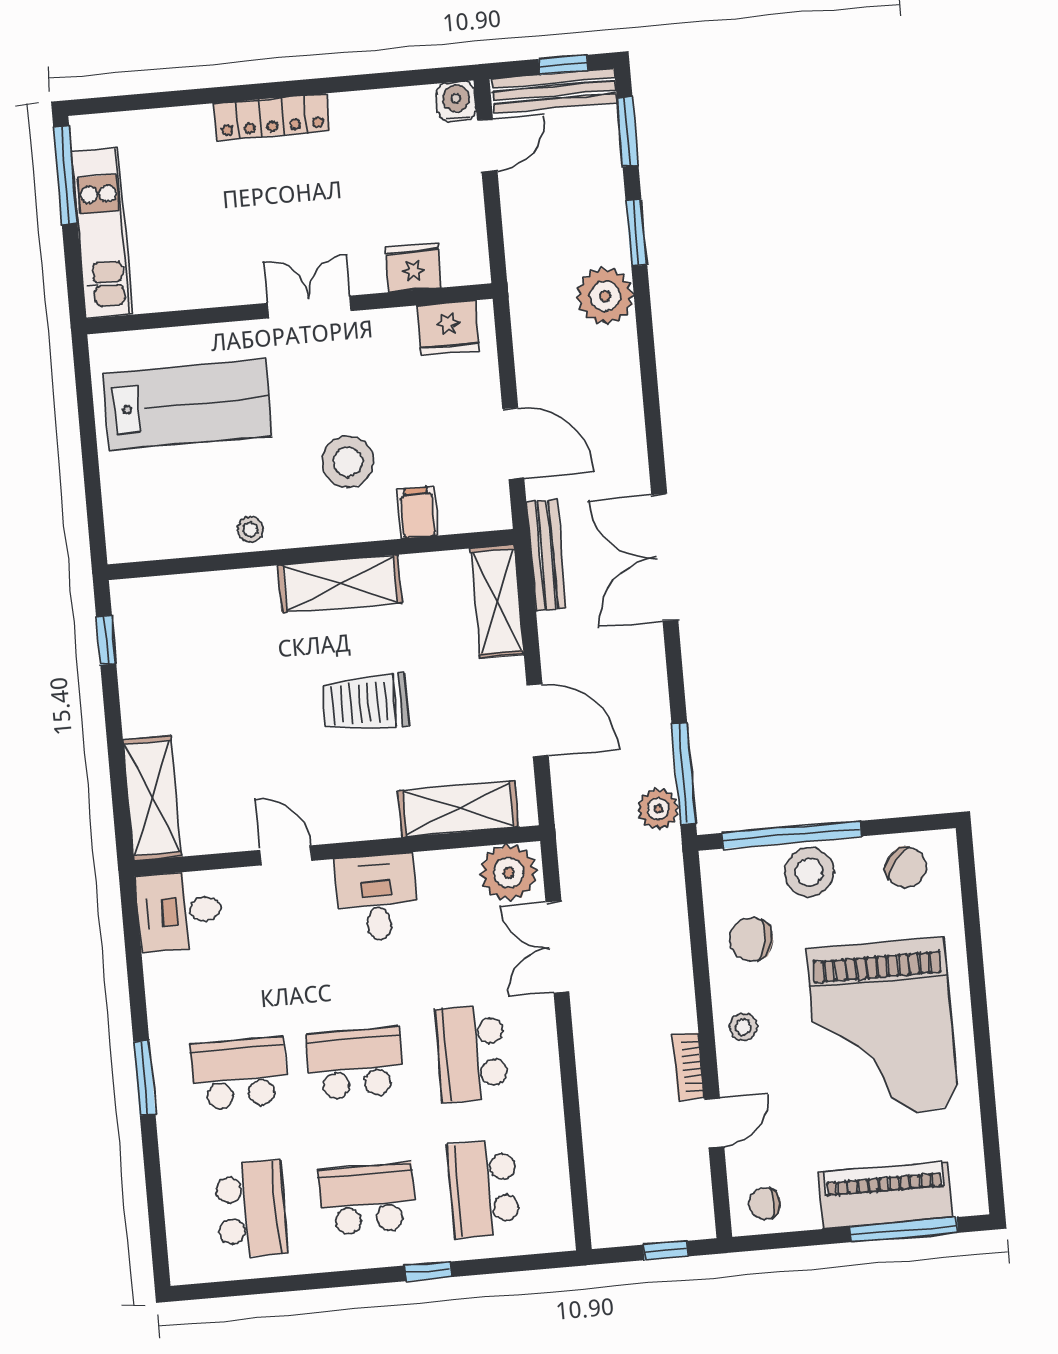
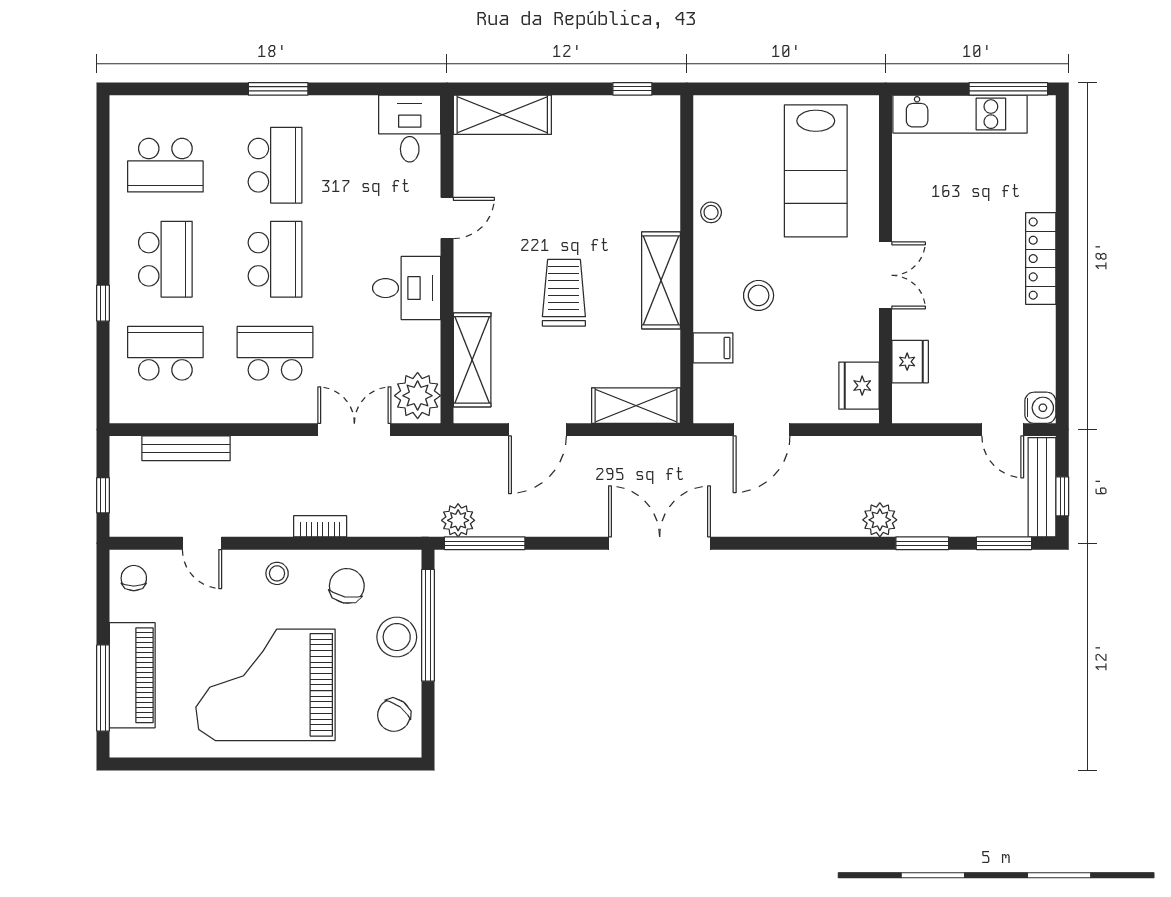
plant: (605, 296) -> (880, 520), width x0.73, depth x0.73
stool: (348, 462) -> (759, 295), width x0.73, depth x0.73
bench: (546, 555) -> (186, 448), moved
bookcase: (688, 1066) -> (320, 526), moved

